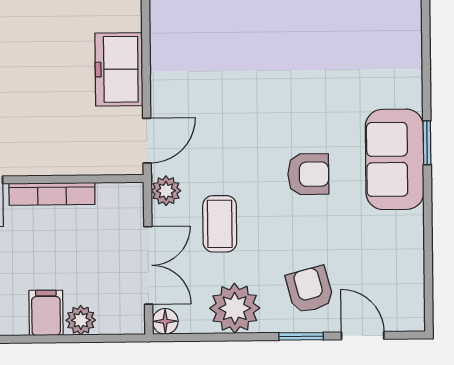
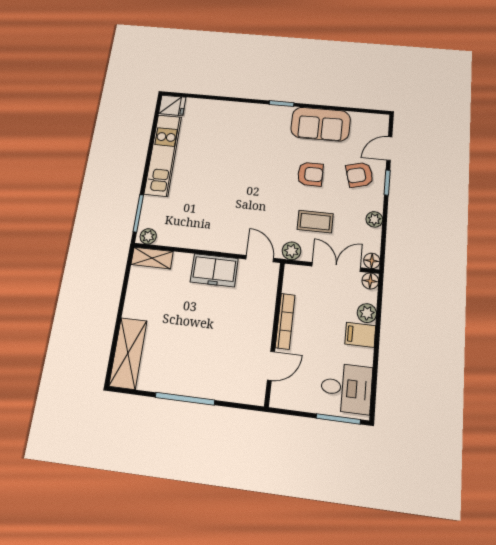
sofa: (395, 159) -> (321, 124), moved
armchair: (308, 174) -> (310, 174), moved, turned 90
plant: (235, 308) -> (374, 219), width x0.53, depth x0.53
floor lamp: (132, 321) -> (370, 281), added

